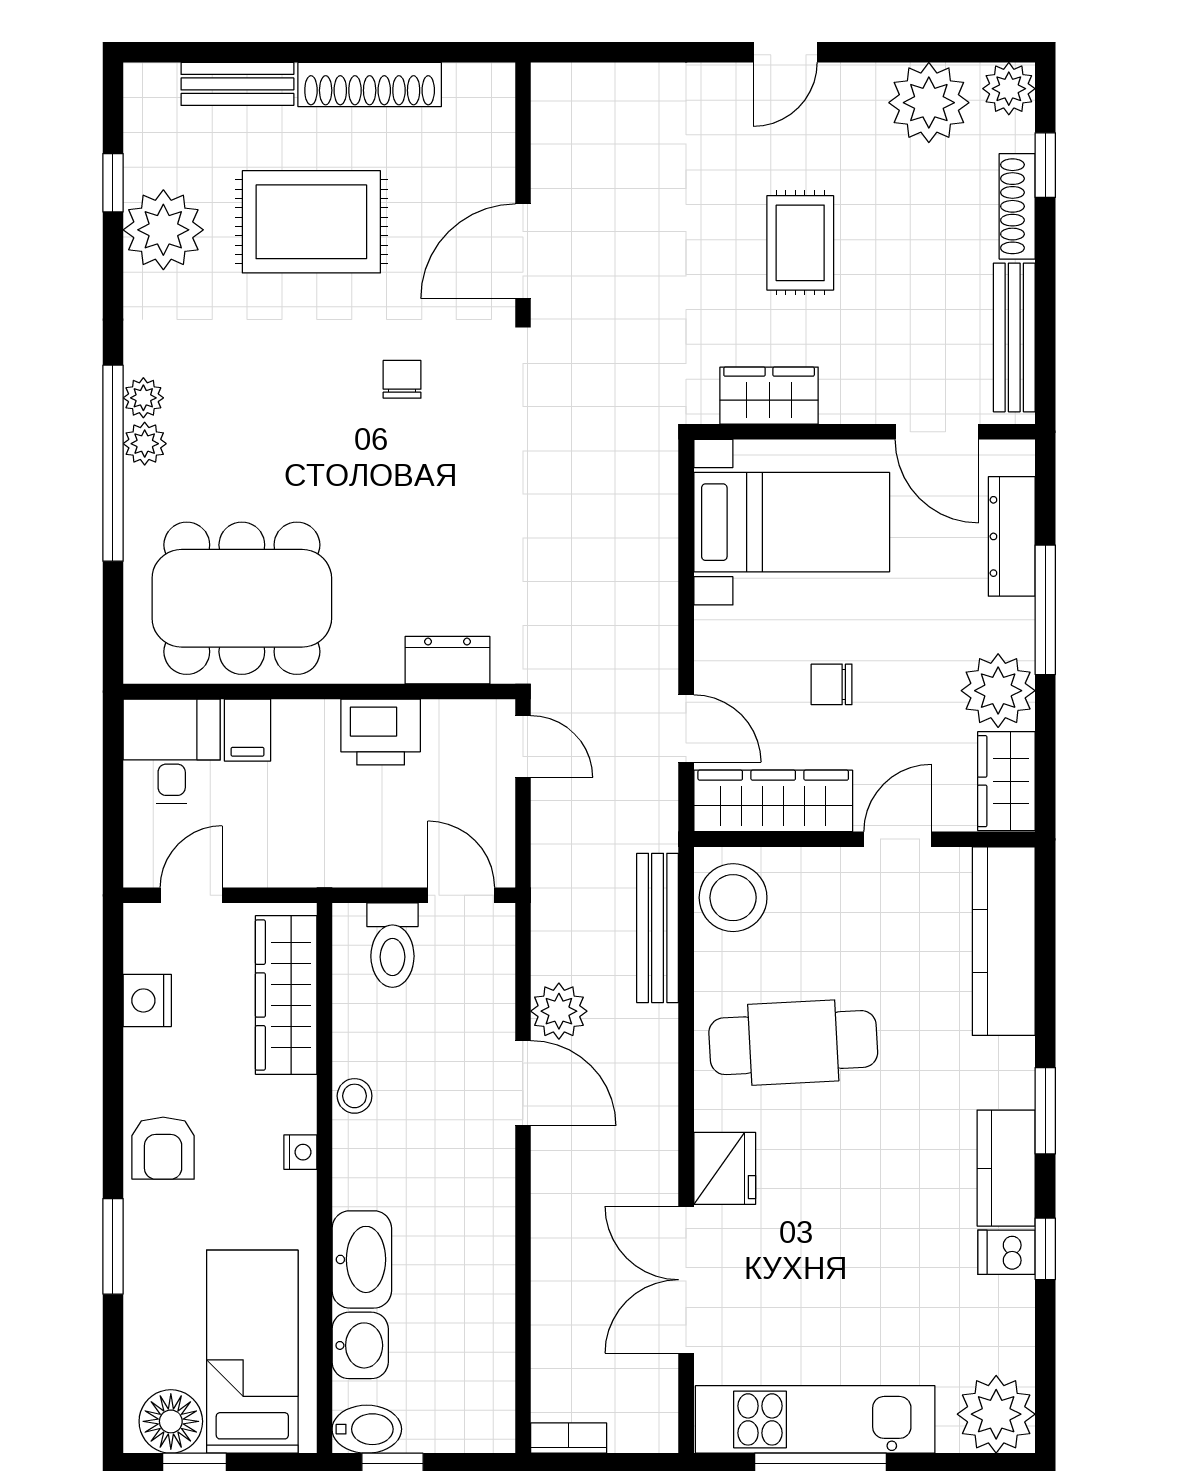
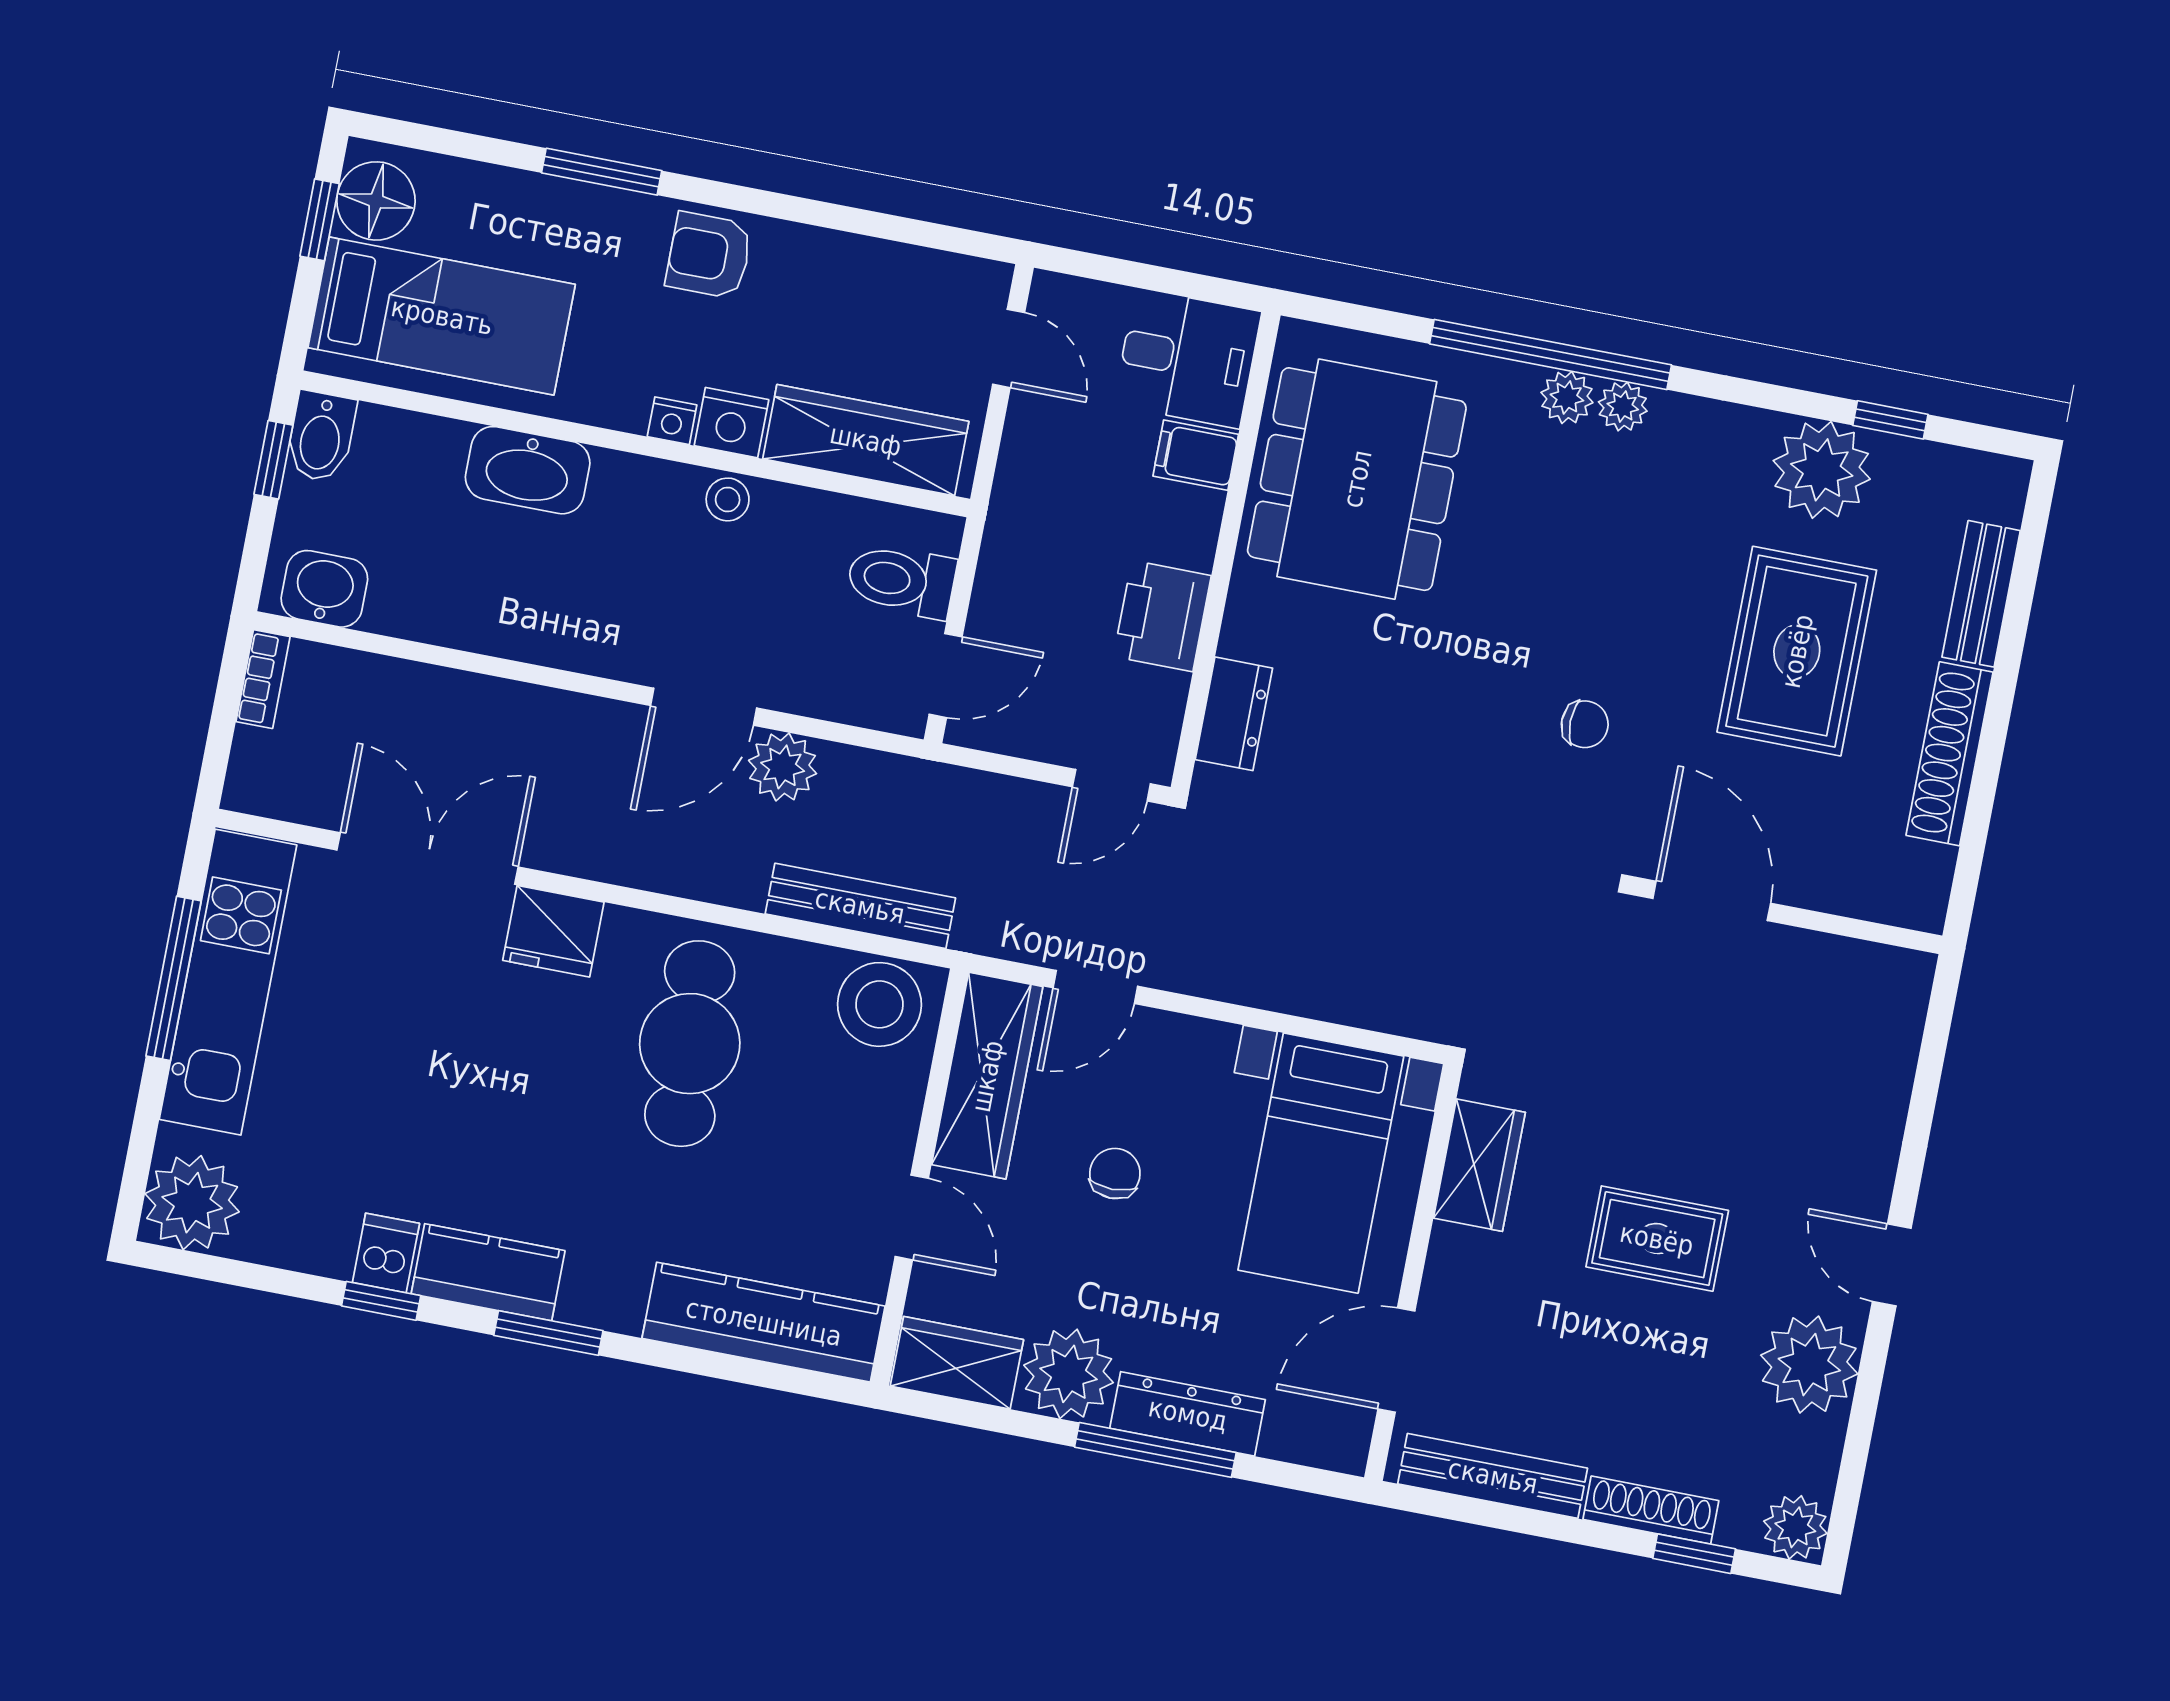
plant: (929, 103) -> (1809, 1365), moved
dresser: (1012, 536) -> (1188, 1414), moved
nightstand: (147, 1000) -> (731, 423), moved, turned 180
washbasin: (360, 1345) -> (324, 589), moved, turned 180

